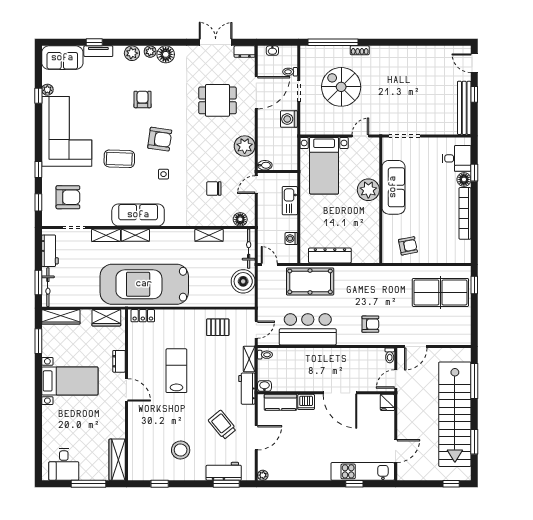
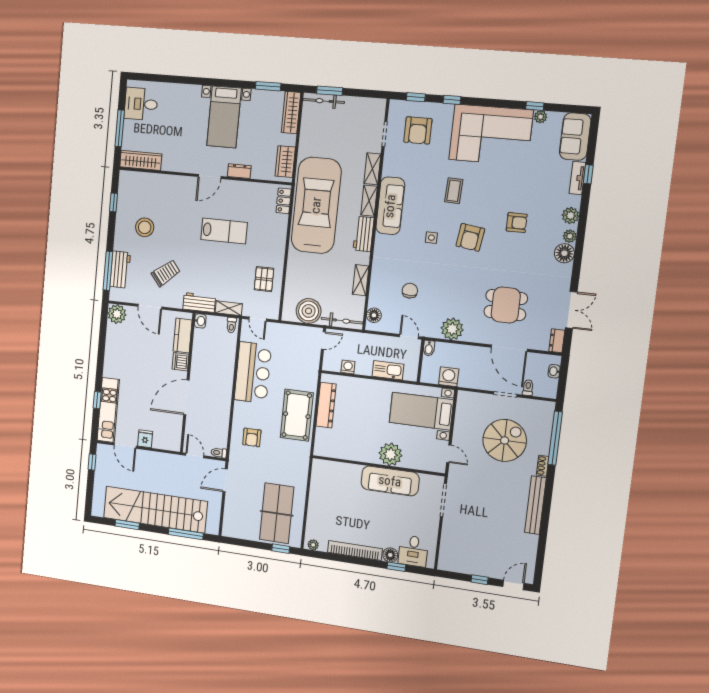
dining table: (218, 100) -> (506, 305), turned 90
bench: (464, 108) -> (535, 505), moved, turned 90
washing machine: (289, 119) -> (449, 377), moved
coffee table: (119, 159) -> (454, 191), width x0.73, depth x0.77
armchair: (408, 246) -> (328, 487), removed
workbench: (50, 251) -> (364, 234), moved, turned 90
plant: (466, 254) -> (313, 545), added
pool table: (310, 281) -> (297, 415), moved
door: (416, 346) -> (225, 480), hinge flipped
fridge: (387, 402) -> (145, 439), moved, turned 90
plant: (263, 475) -> (117, 314), width x1.88, depth x1.88
window: (226, 484) -> (108, 271), width x1.44
window: (451, 484) -> (92, 462), moved

